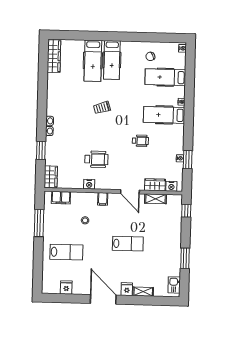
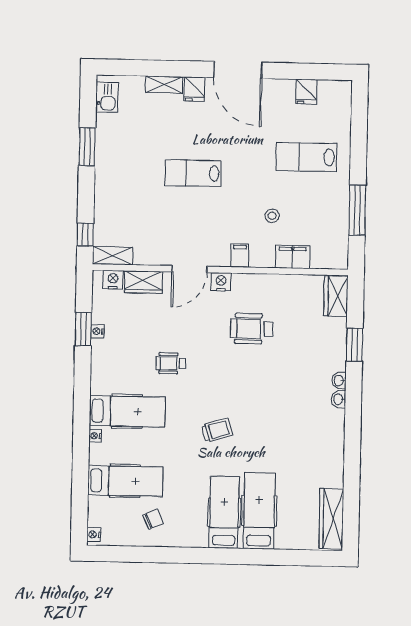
trolley: (102, 108) -> (217, 430), moved
nightstand: (89, 184) -> (221, 282), moved
door: (130, 192) -> (189, 269), swing flipped
filing cabinet: (61, 198) -> (293, 257), moved
shelving: (156, 199) -> (112, 256), moved

